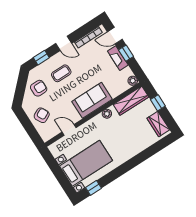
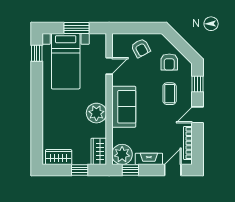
window: (126, 53) -> (130, 170), moved
plant: (133, 81) -> (122, 154), width x1.87, depth x1.87
wardrobe: (131, 101) -> (99, 151), width x0.67
plant: (107, 114) -> (96, 113), width x1.88, depth x1.88
window: (57, 171) -> (76, 28), added

